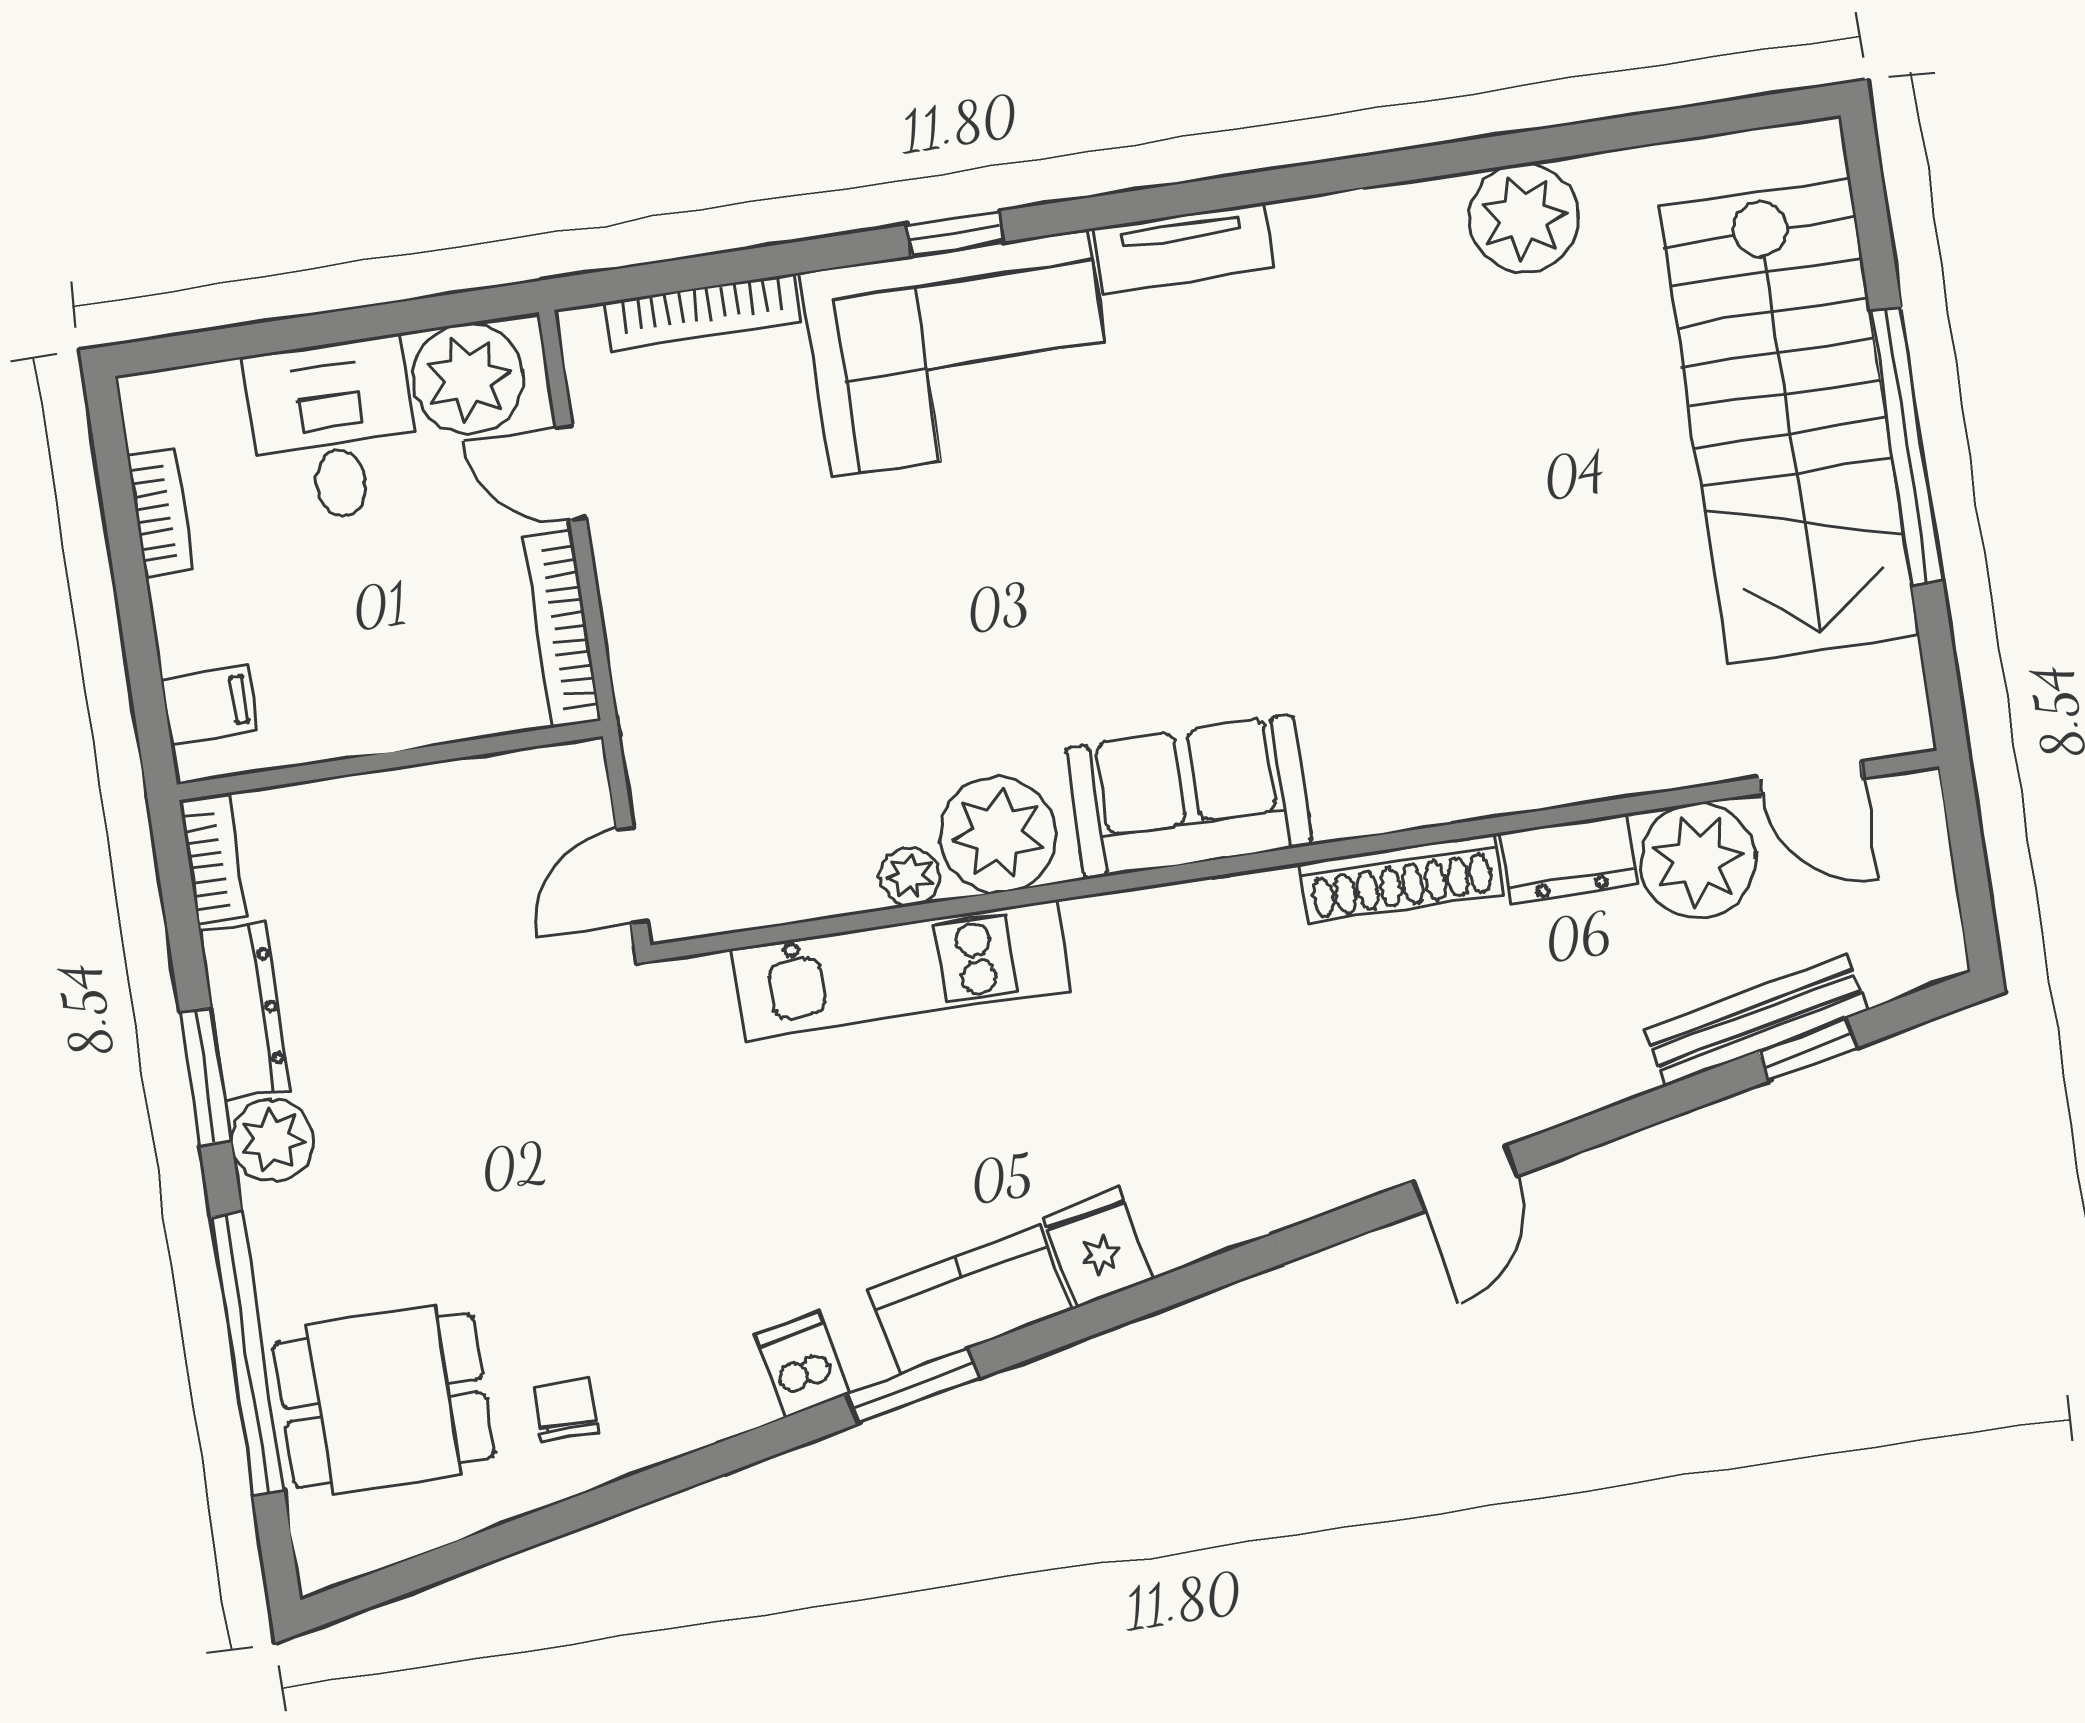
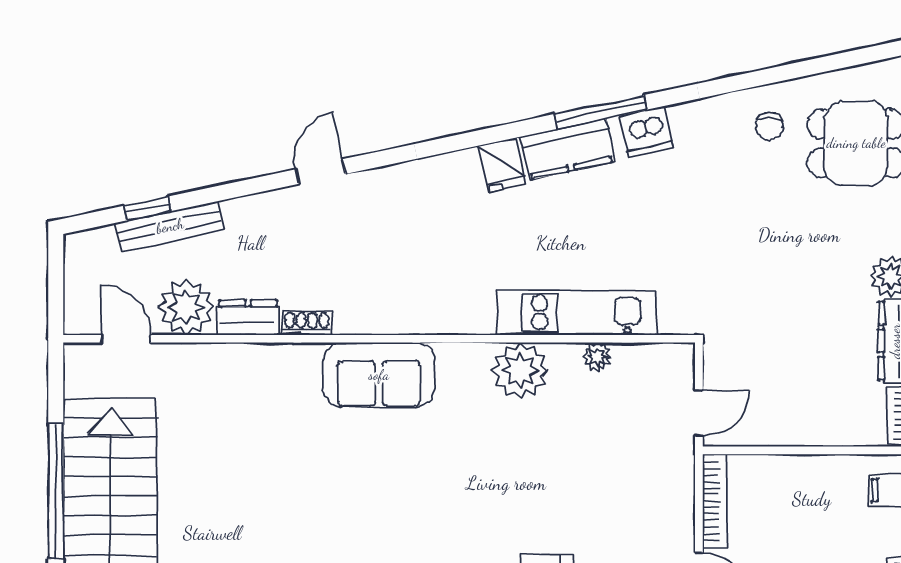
sofa: (1189, 797) -> (379, 375), moved
door: (632, 875) -> (699, 413), moved
plant: (910, 877) -> (597, 357), moved
shoe rack: (1401, 878) -> (307, 323), width x0.51, depth x0.81
dishwasher: (802, 1364) -> (647, 132), width x1.38
window: (913, 1386) -> (601, 112), width x1.44

